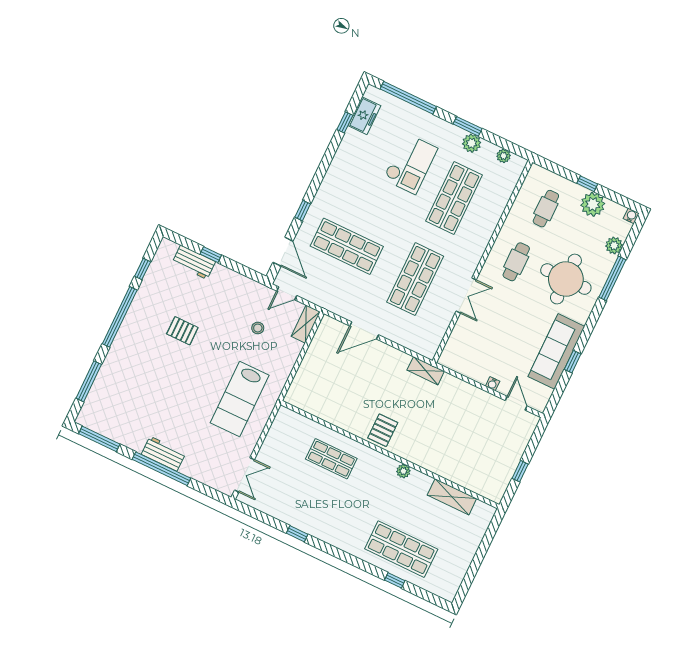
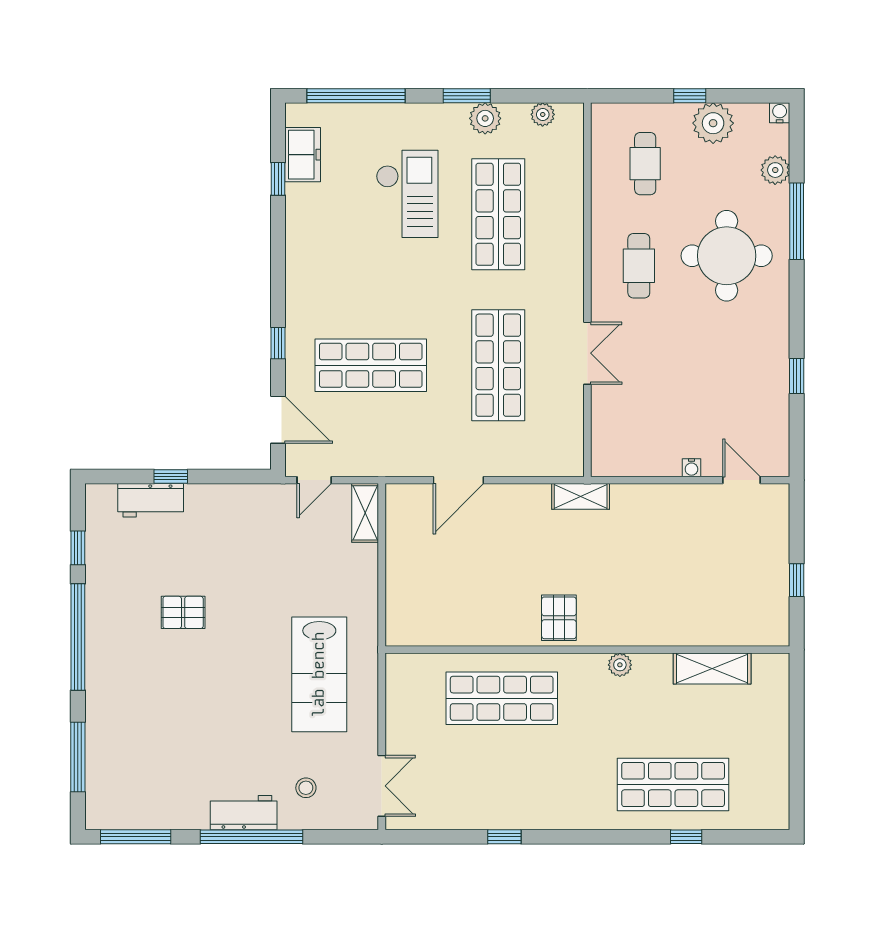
stool: (258, 328) -> (306, 788), moved
sofa: (556, 351) -> (765, 372), removed
shop shelf: (331, 459) -> (502, 698), width x1.43, depth x1.36

